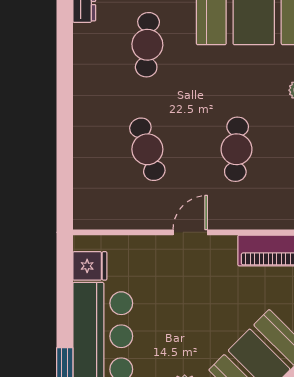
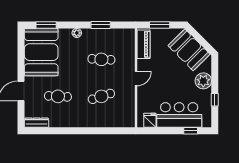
door: (190, 232) -> (136, 79), swing flipped

